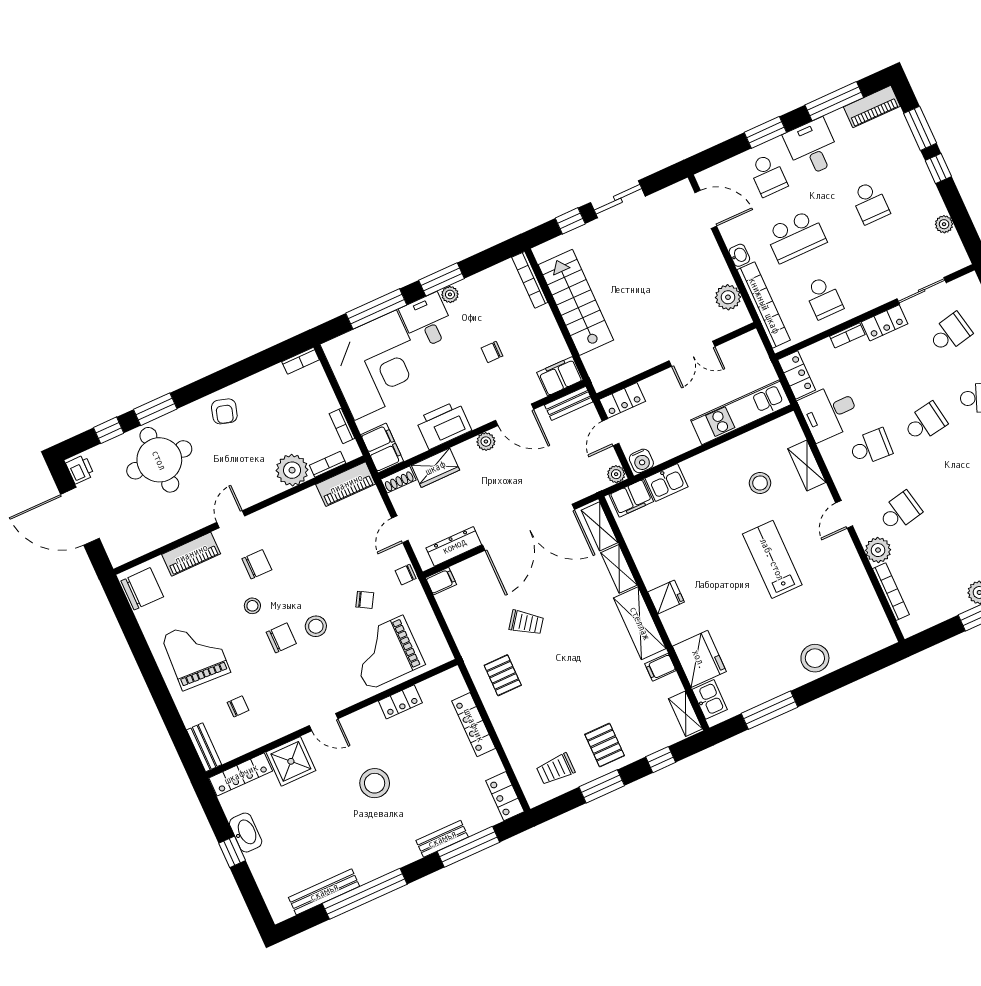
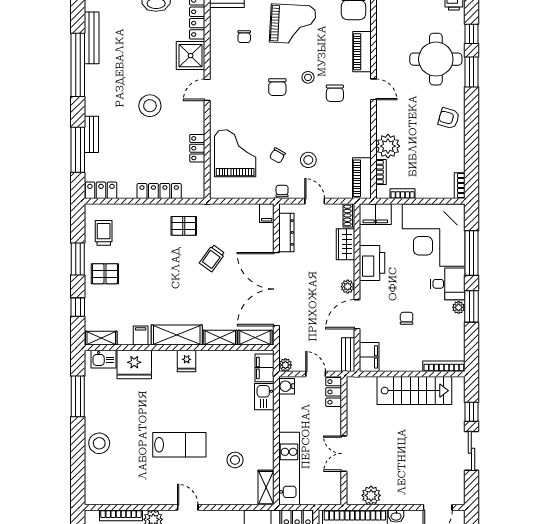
shelving: (807, 465) -> (266, 488), moved, turned 90
stool: (316, 626) -> (308, 160), moved

